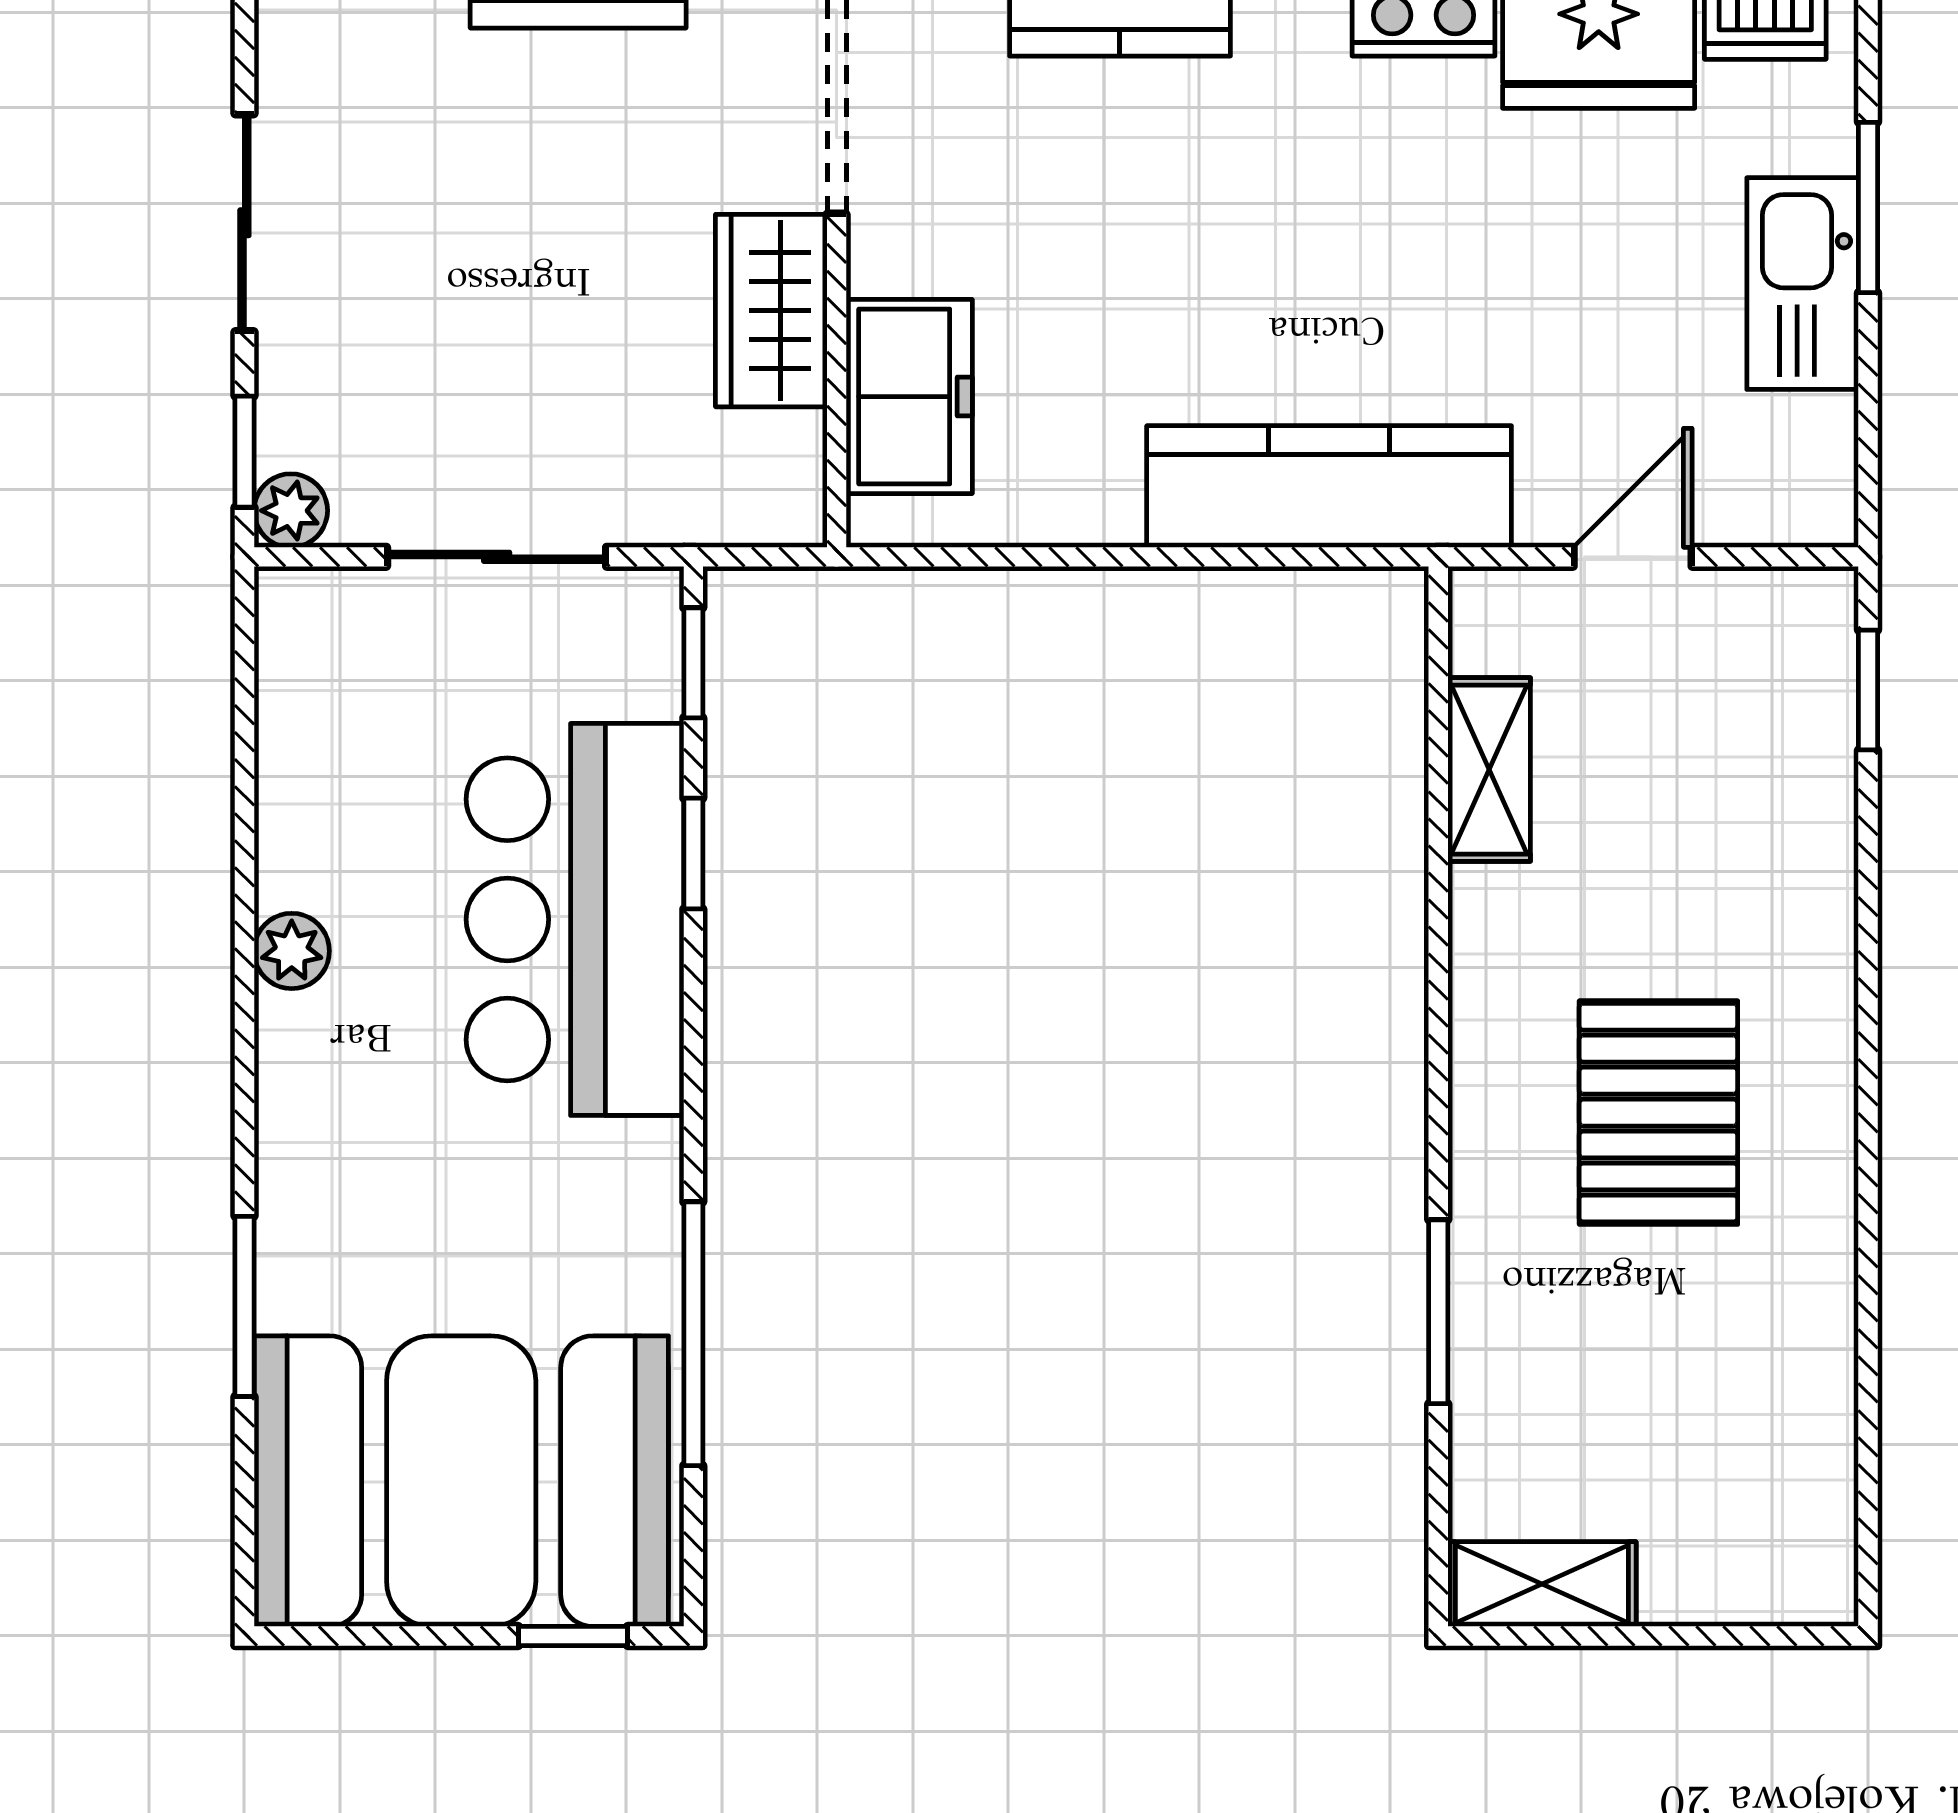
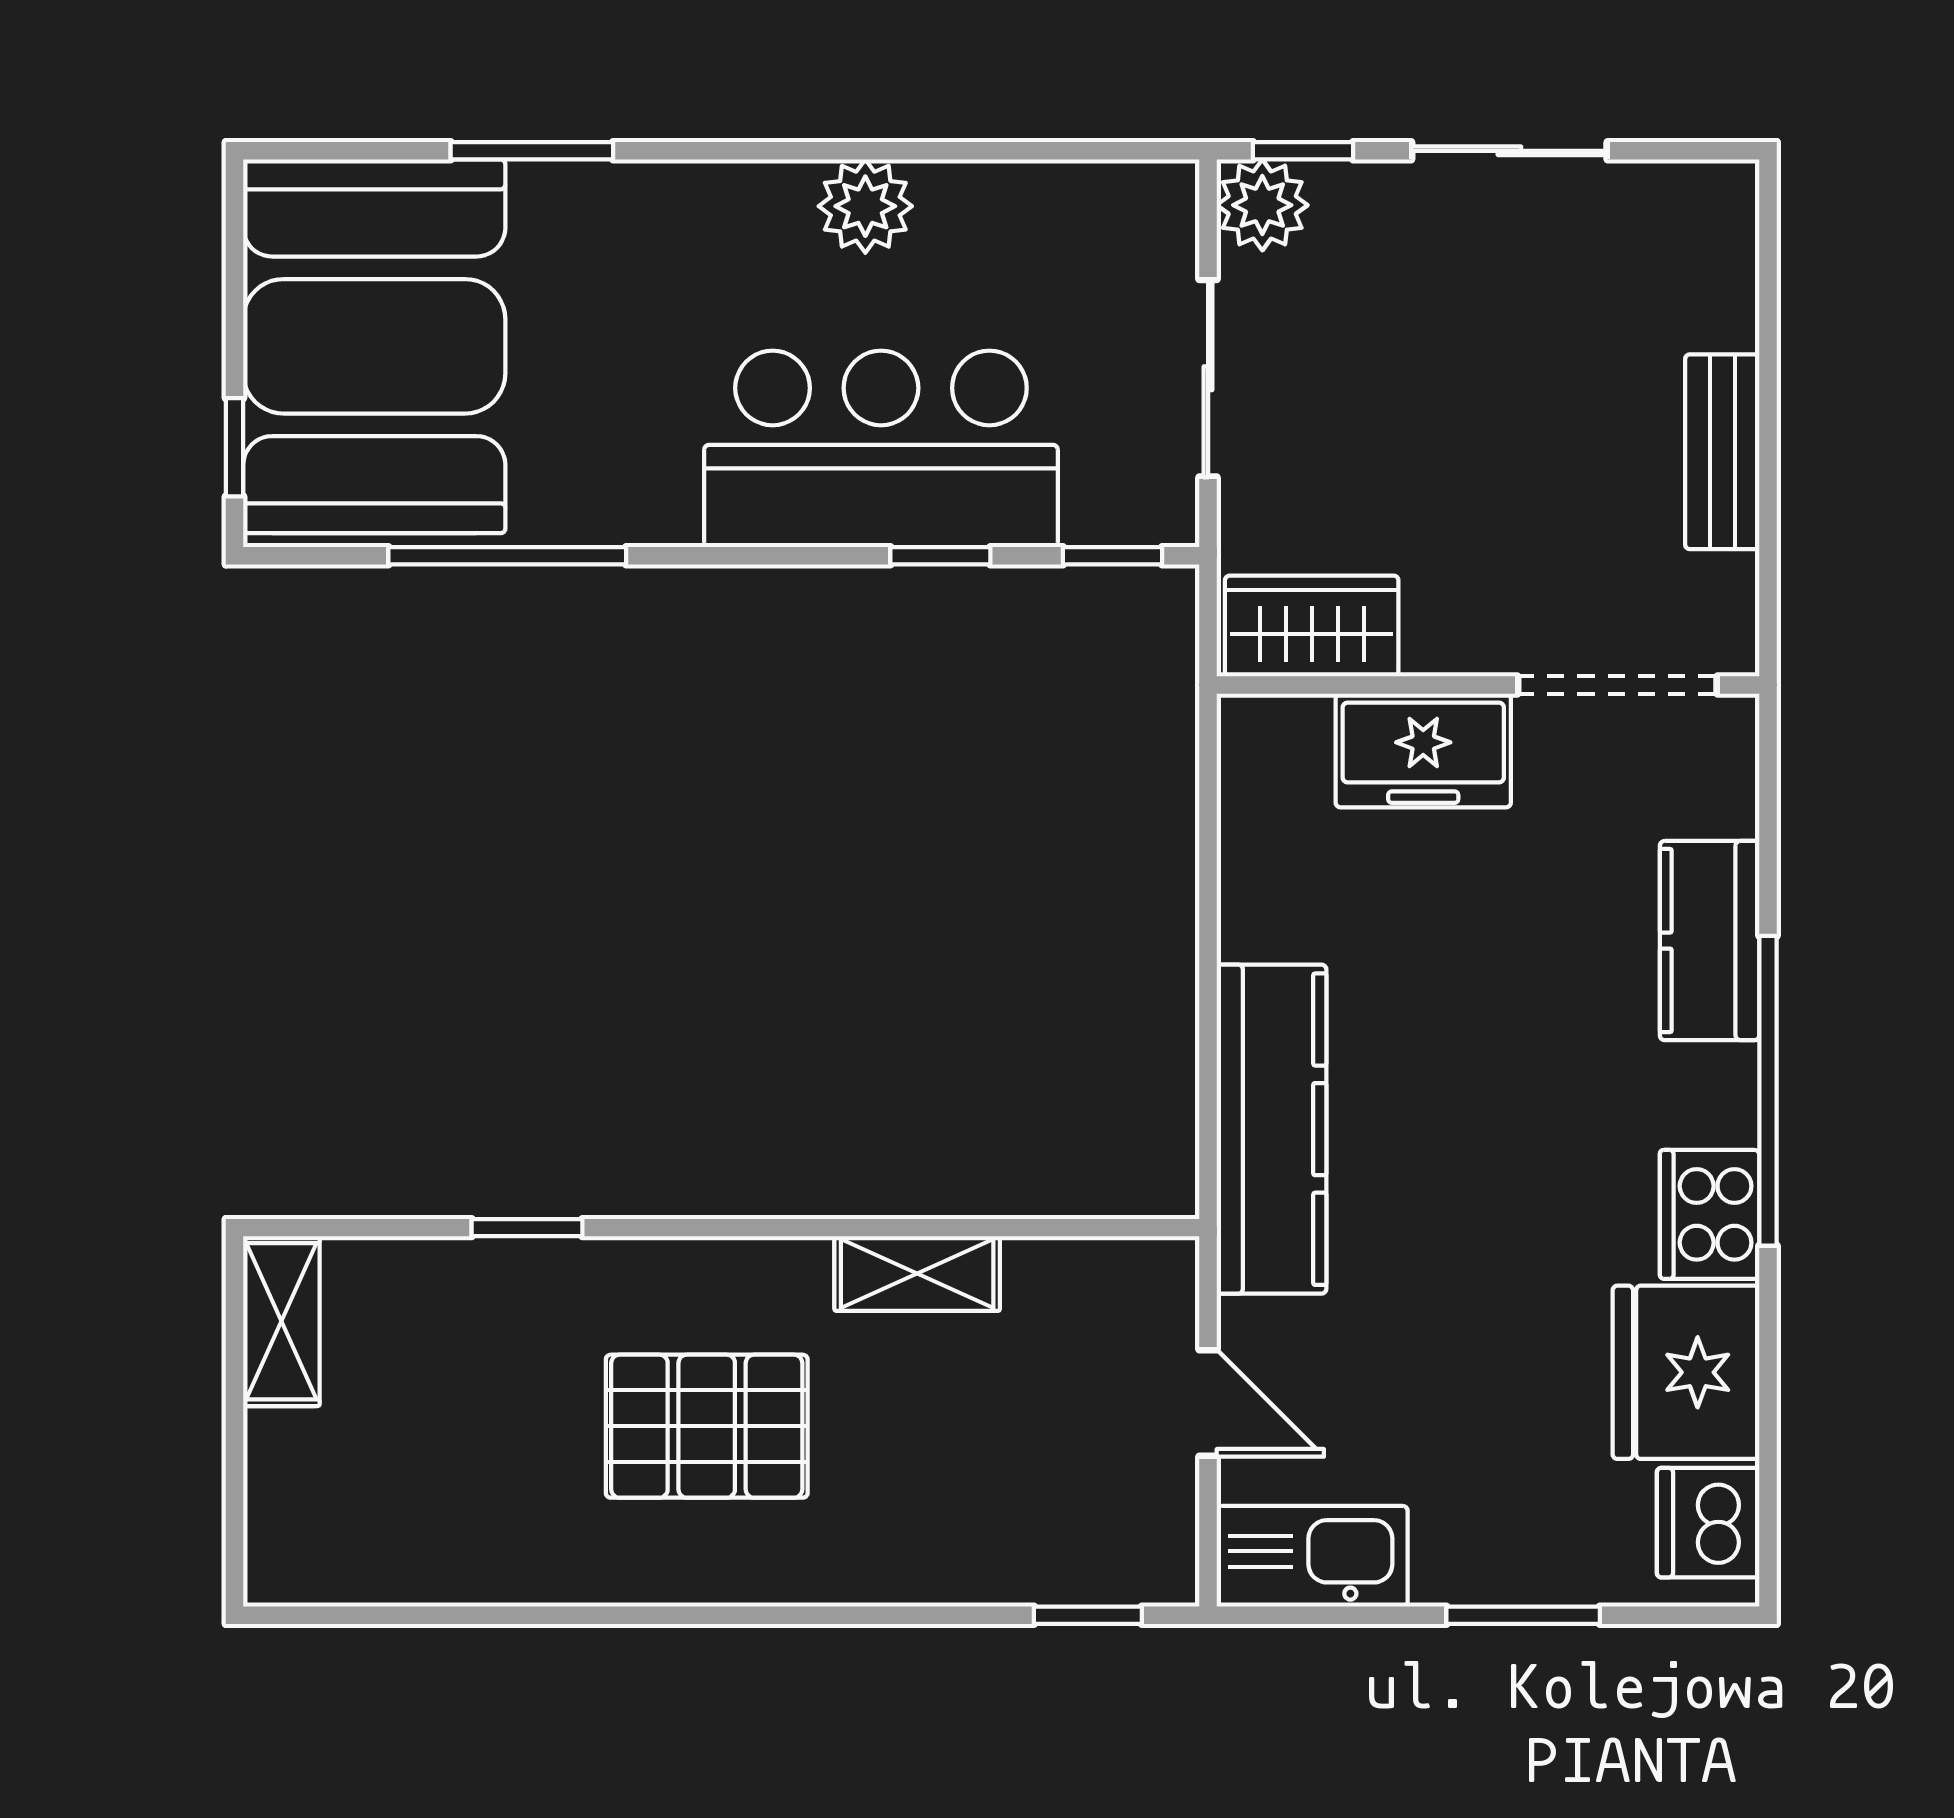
kitchen sink: (1803, 284) -> (1312, 1556), moved
wardrobe: (771, 311) -> (1312, 626), moved
freezer: (909, 397) -> (1423, 750), moved
plant: (291, 511) -> (1262, 205), width x1.38, depth x1.38
shelving: (1489, 770) -> (917, 1274), moved
plant: (292, 951) -> (865, 206), width x1.38, depth x1.38
window: (1438, 1312) -> (527, 1228), width x0.67

